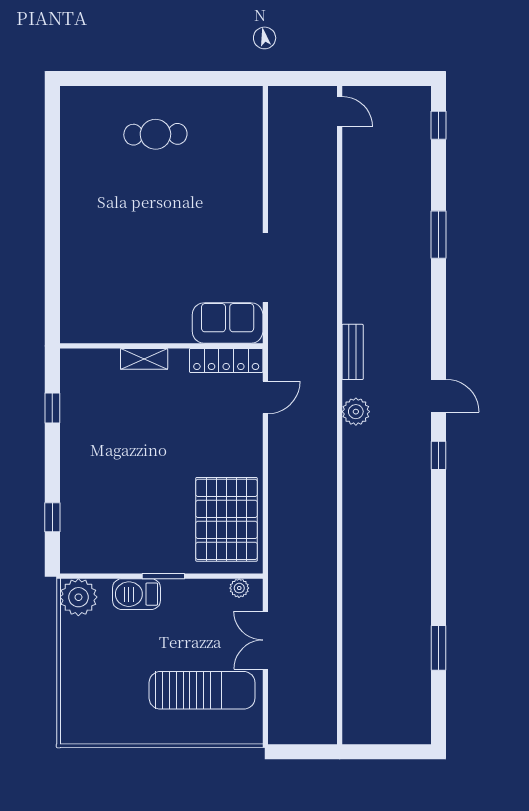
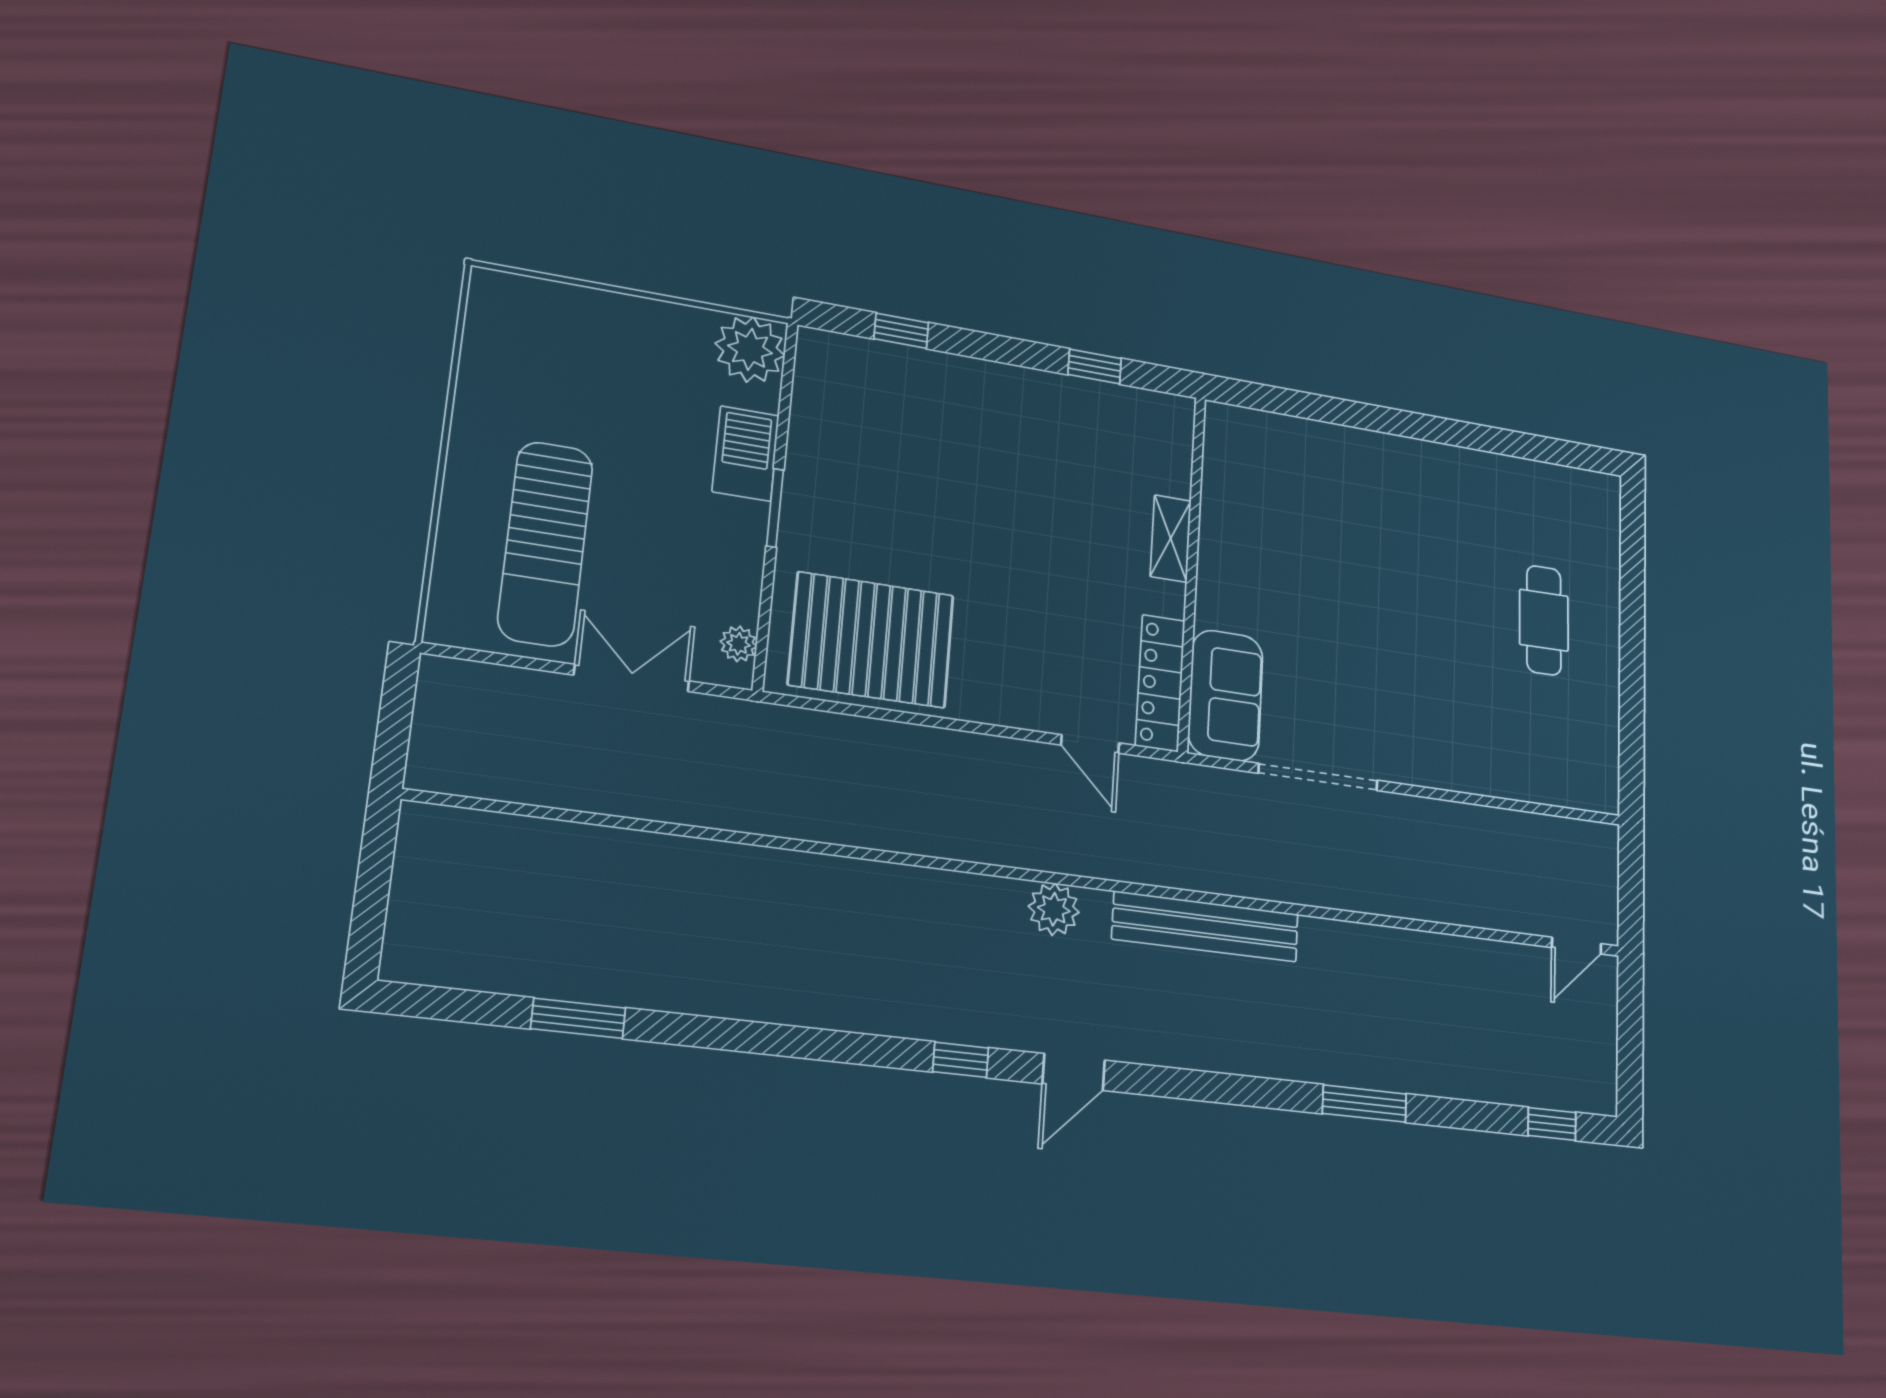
bench: (353, 352) -> (1206, 926), width x1.86, depth x1.21

